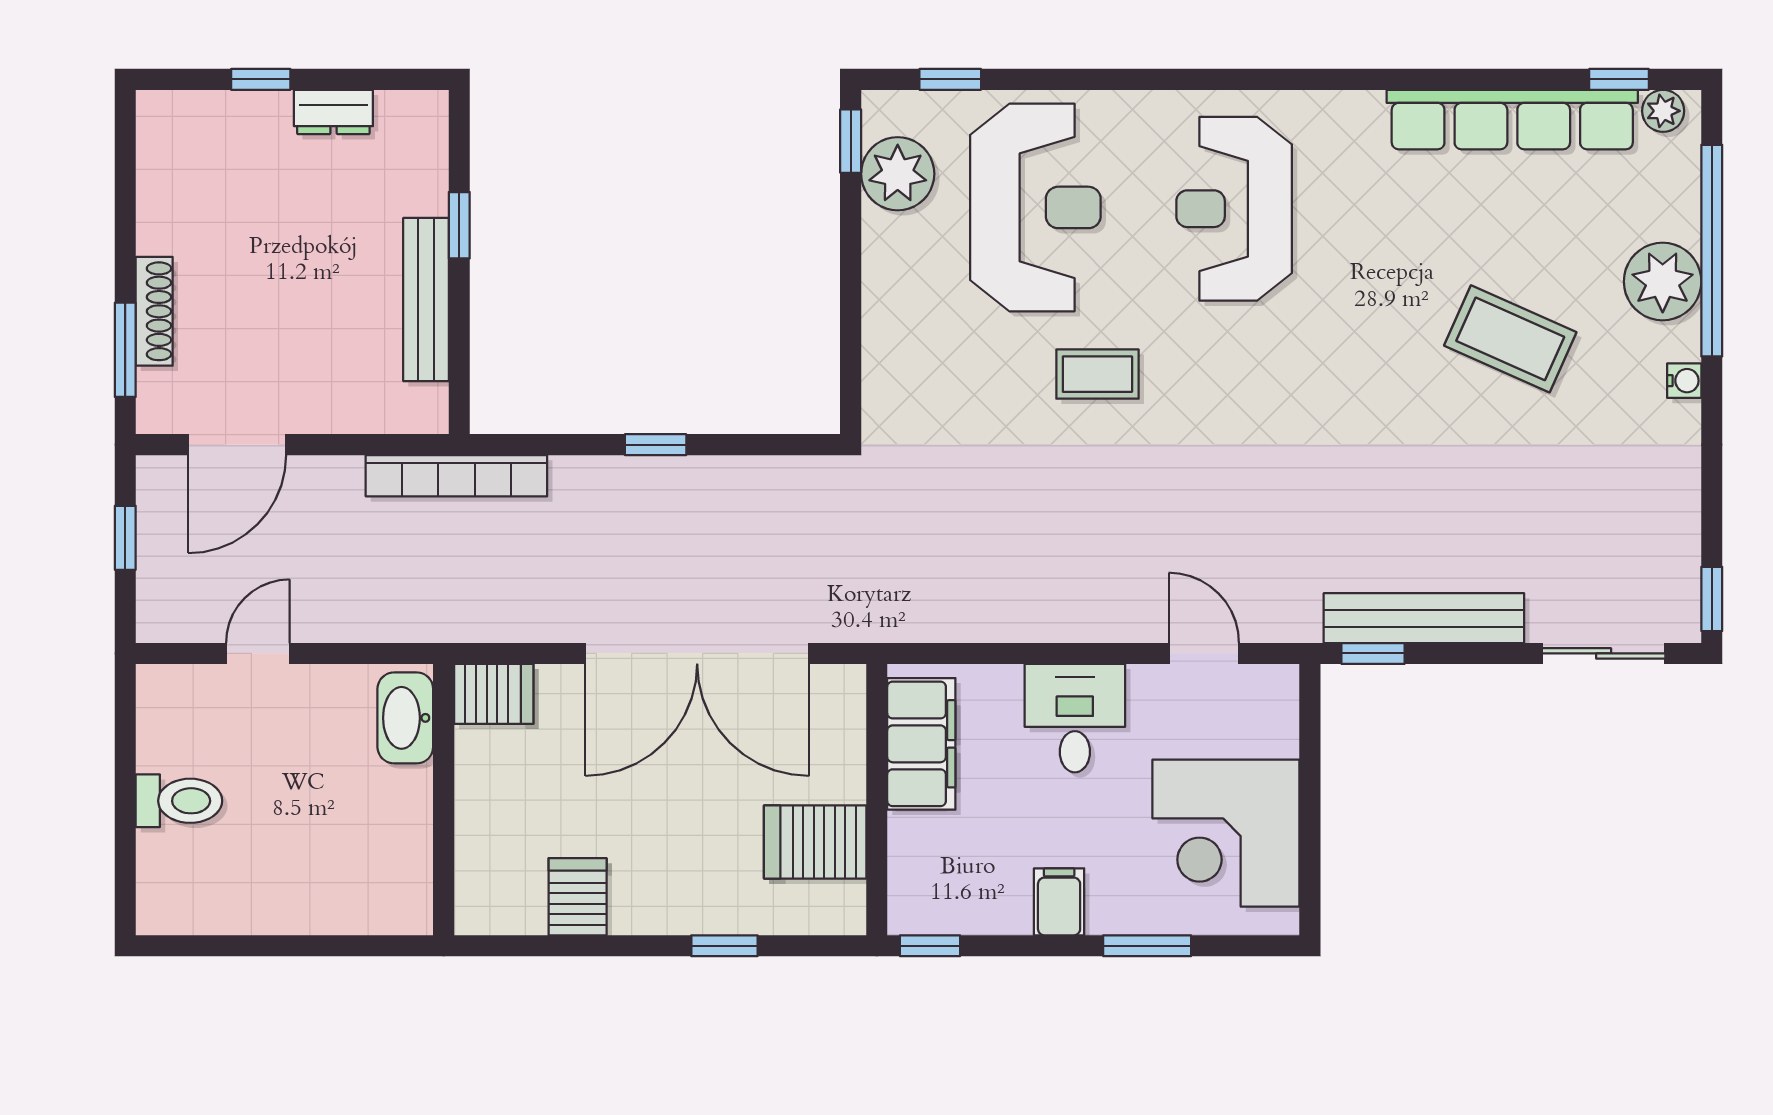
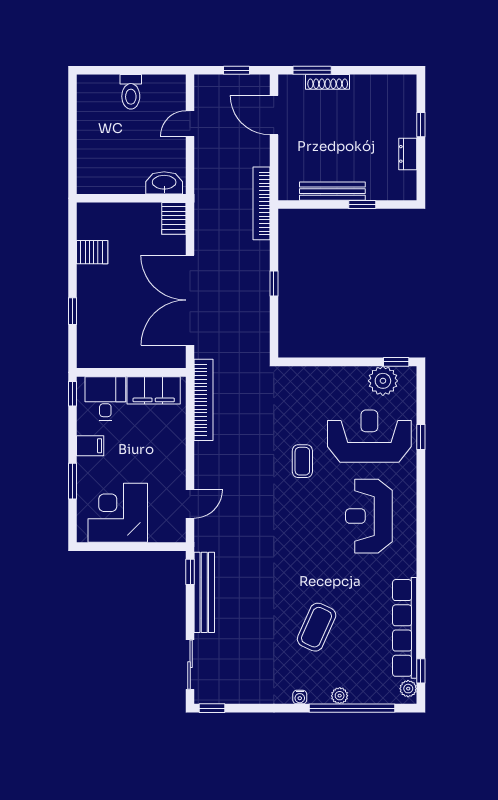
window: (950, 79) -> (421, 437), moved
reception desk: (1035, 207) -> (369, 436), turned 180
reception desk: (1234, 209) -> (369, 516), turned -90
plant: (1663, 281) -> (340, 696), width x0.53, depth x0.53
bookcase: (945, 620) -> (204, 400), added
door: (258, 653) -> (190, 124), swing flipped
desk: (1075, 718) -> (105, 398), moved, turned -90
server rack: (815, 842) -> (114, 348), removed

